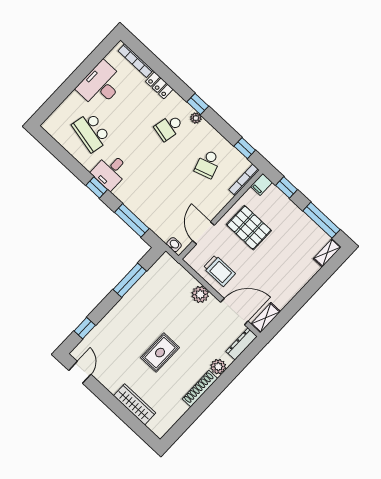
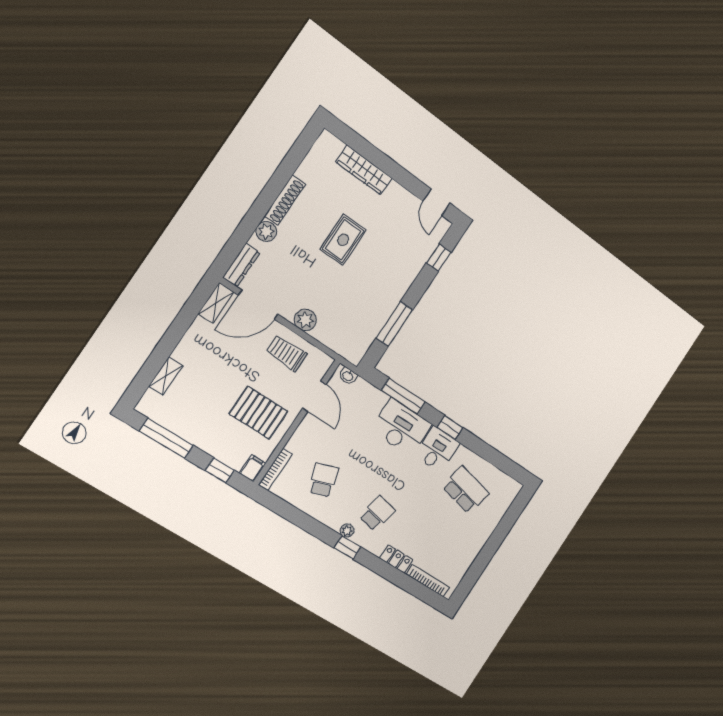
desk: (101, 85) -> (401, 427), moved, turned -90
window: (245, 148) -> (281, 508), removed
shelving: (327, 253) -> (166, 376), moved

